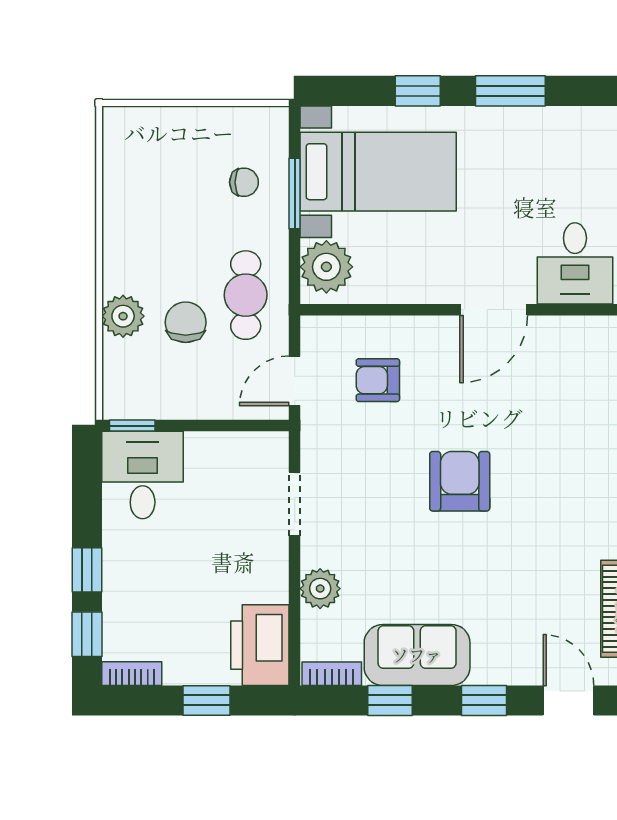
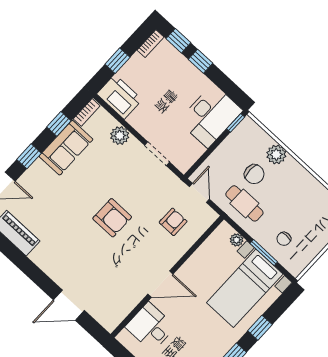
plant: (326, 267) -> (237, 240), width x0.53, depth x0.53
door: (494, 310) -> (160, 284), swing flipped
desk: (143, 475) -> (211, 116), width x1.37

